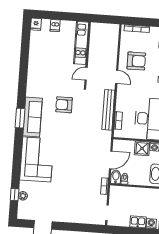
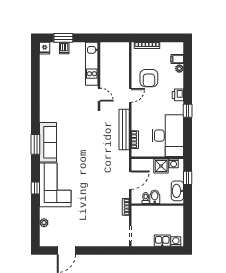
window: (55, 15) -> (63, 38), added
armchair: (136, 61) -> (149, 78), turned 90
door: (86, 74) -> (99, 95), swing flipped
door: (117, 77) -> (130, 95), hinge flipped
armchair: (64, 105) -> (79, 128), removed
bidet: (116, 177) -> (155, 197), moved
window: (15, 195) -> (35, 188), moved

